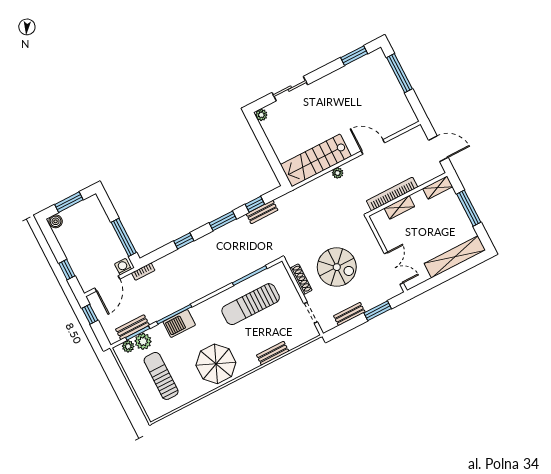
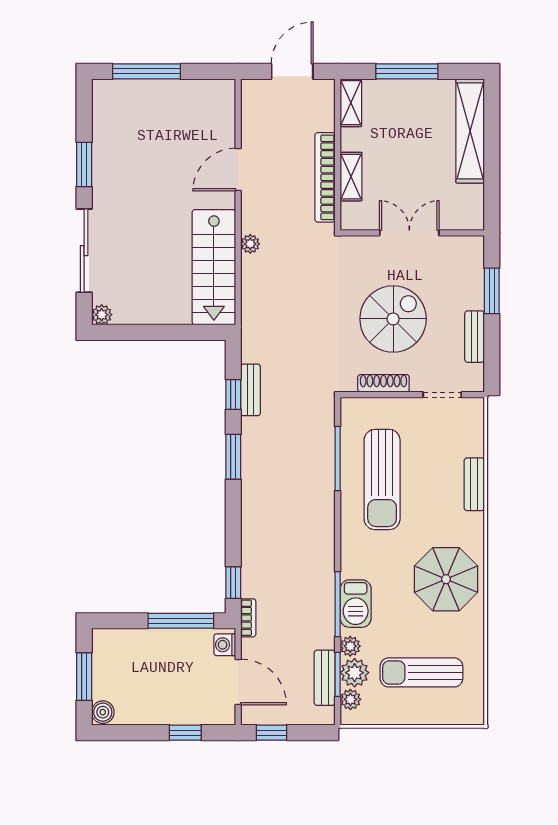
window: (354, 56) -> (84, 164), moved
sliding door: (290, 89) -> (84, 251), width x1.37
window: (184, 241) -> (233, 583), moved
double door: (394, 268) -> (409, 233), moved
plant: (156, 332) -> (350, 646), added

